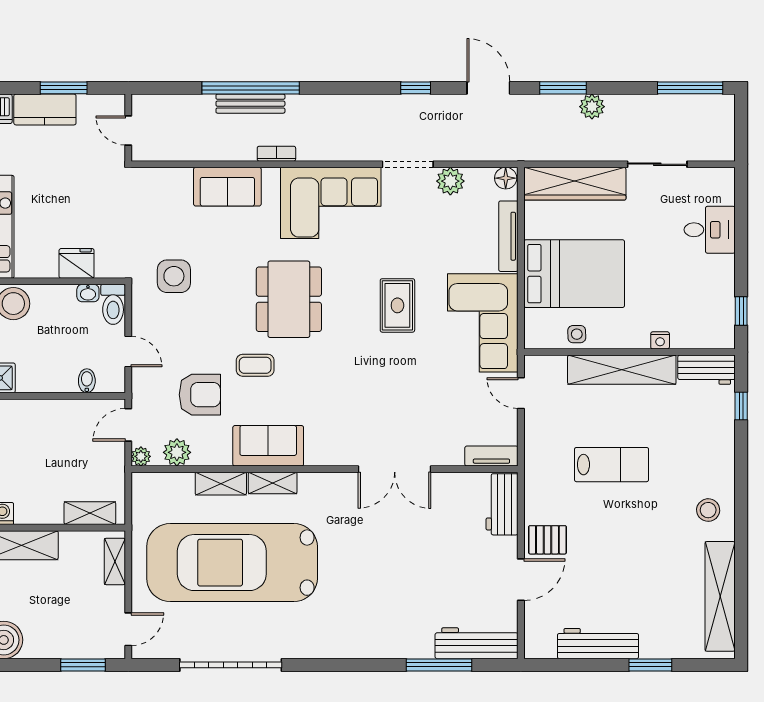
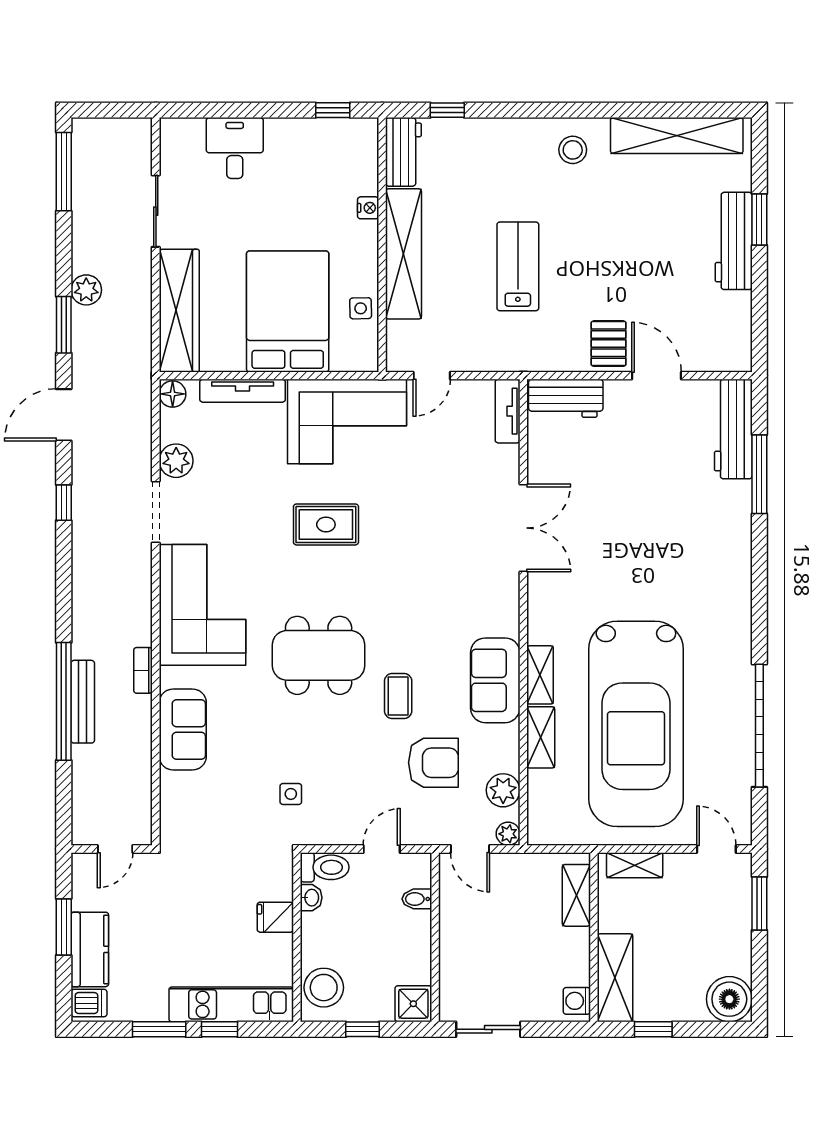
fridge: (77, 263) -> (275, 917), width x0.72
side table: (174, 276) -> (291, 794), width x0.54, depth x0.54
armchair: (200, 395) -> (433, 763), turned 90
workbench: (598, 644) -> (734, 241), moved

